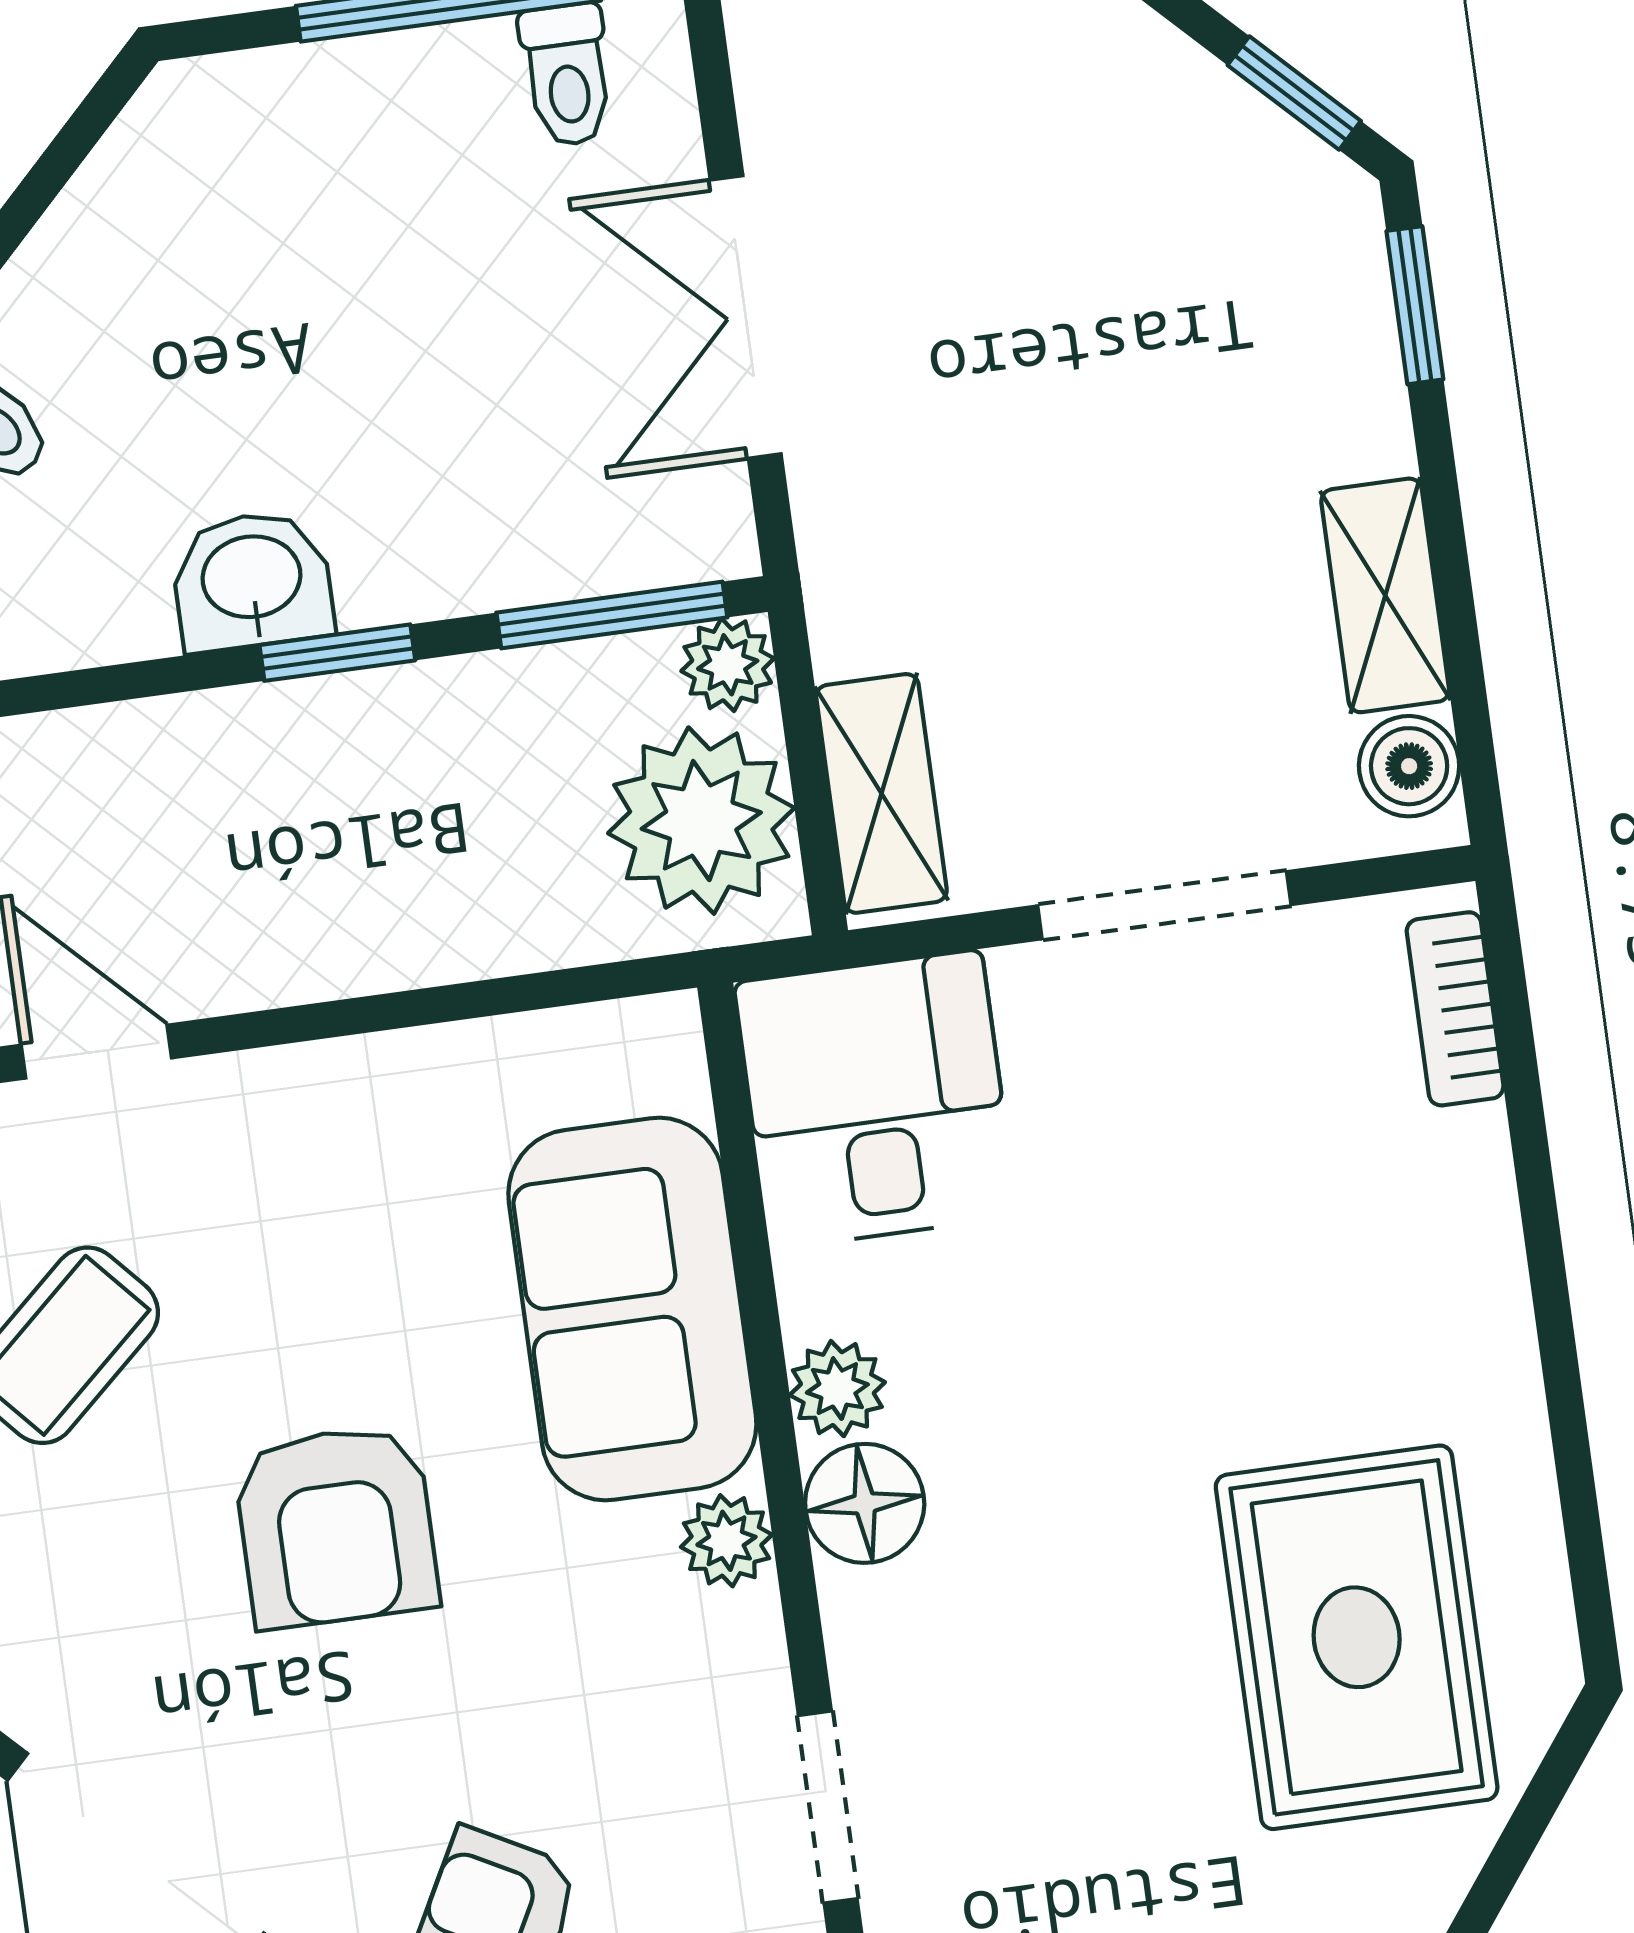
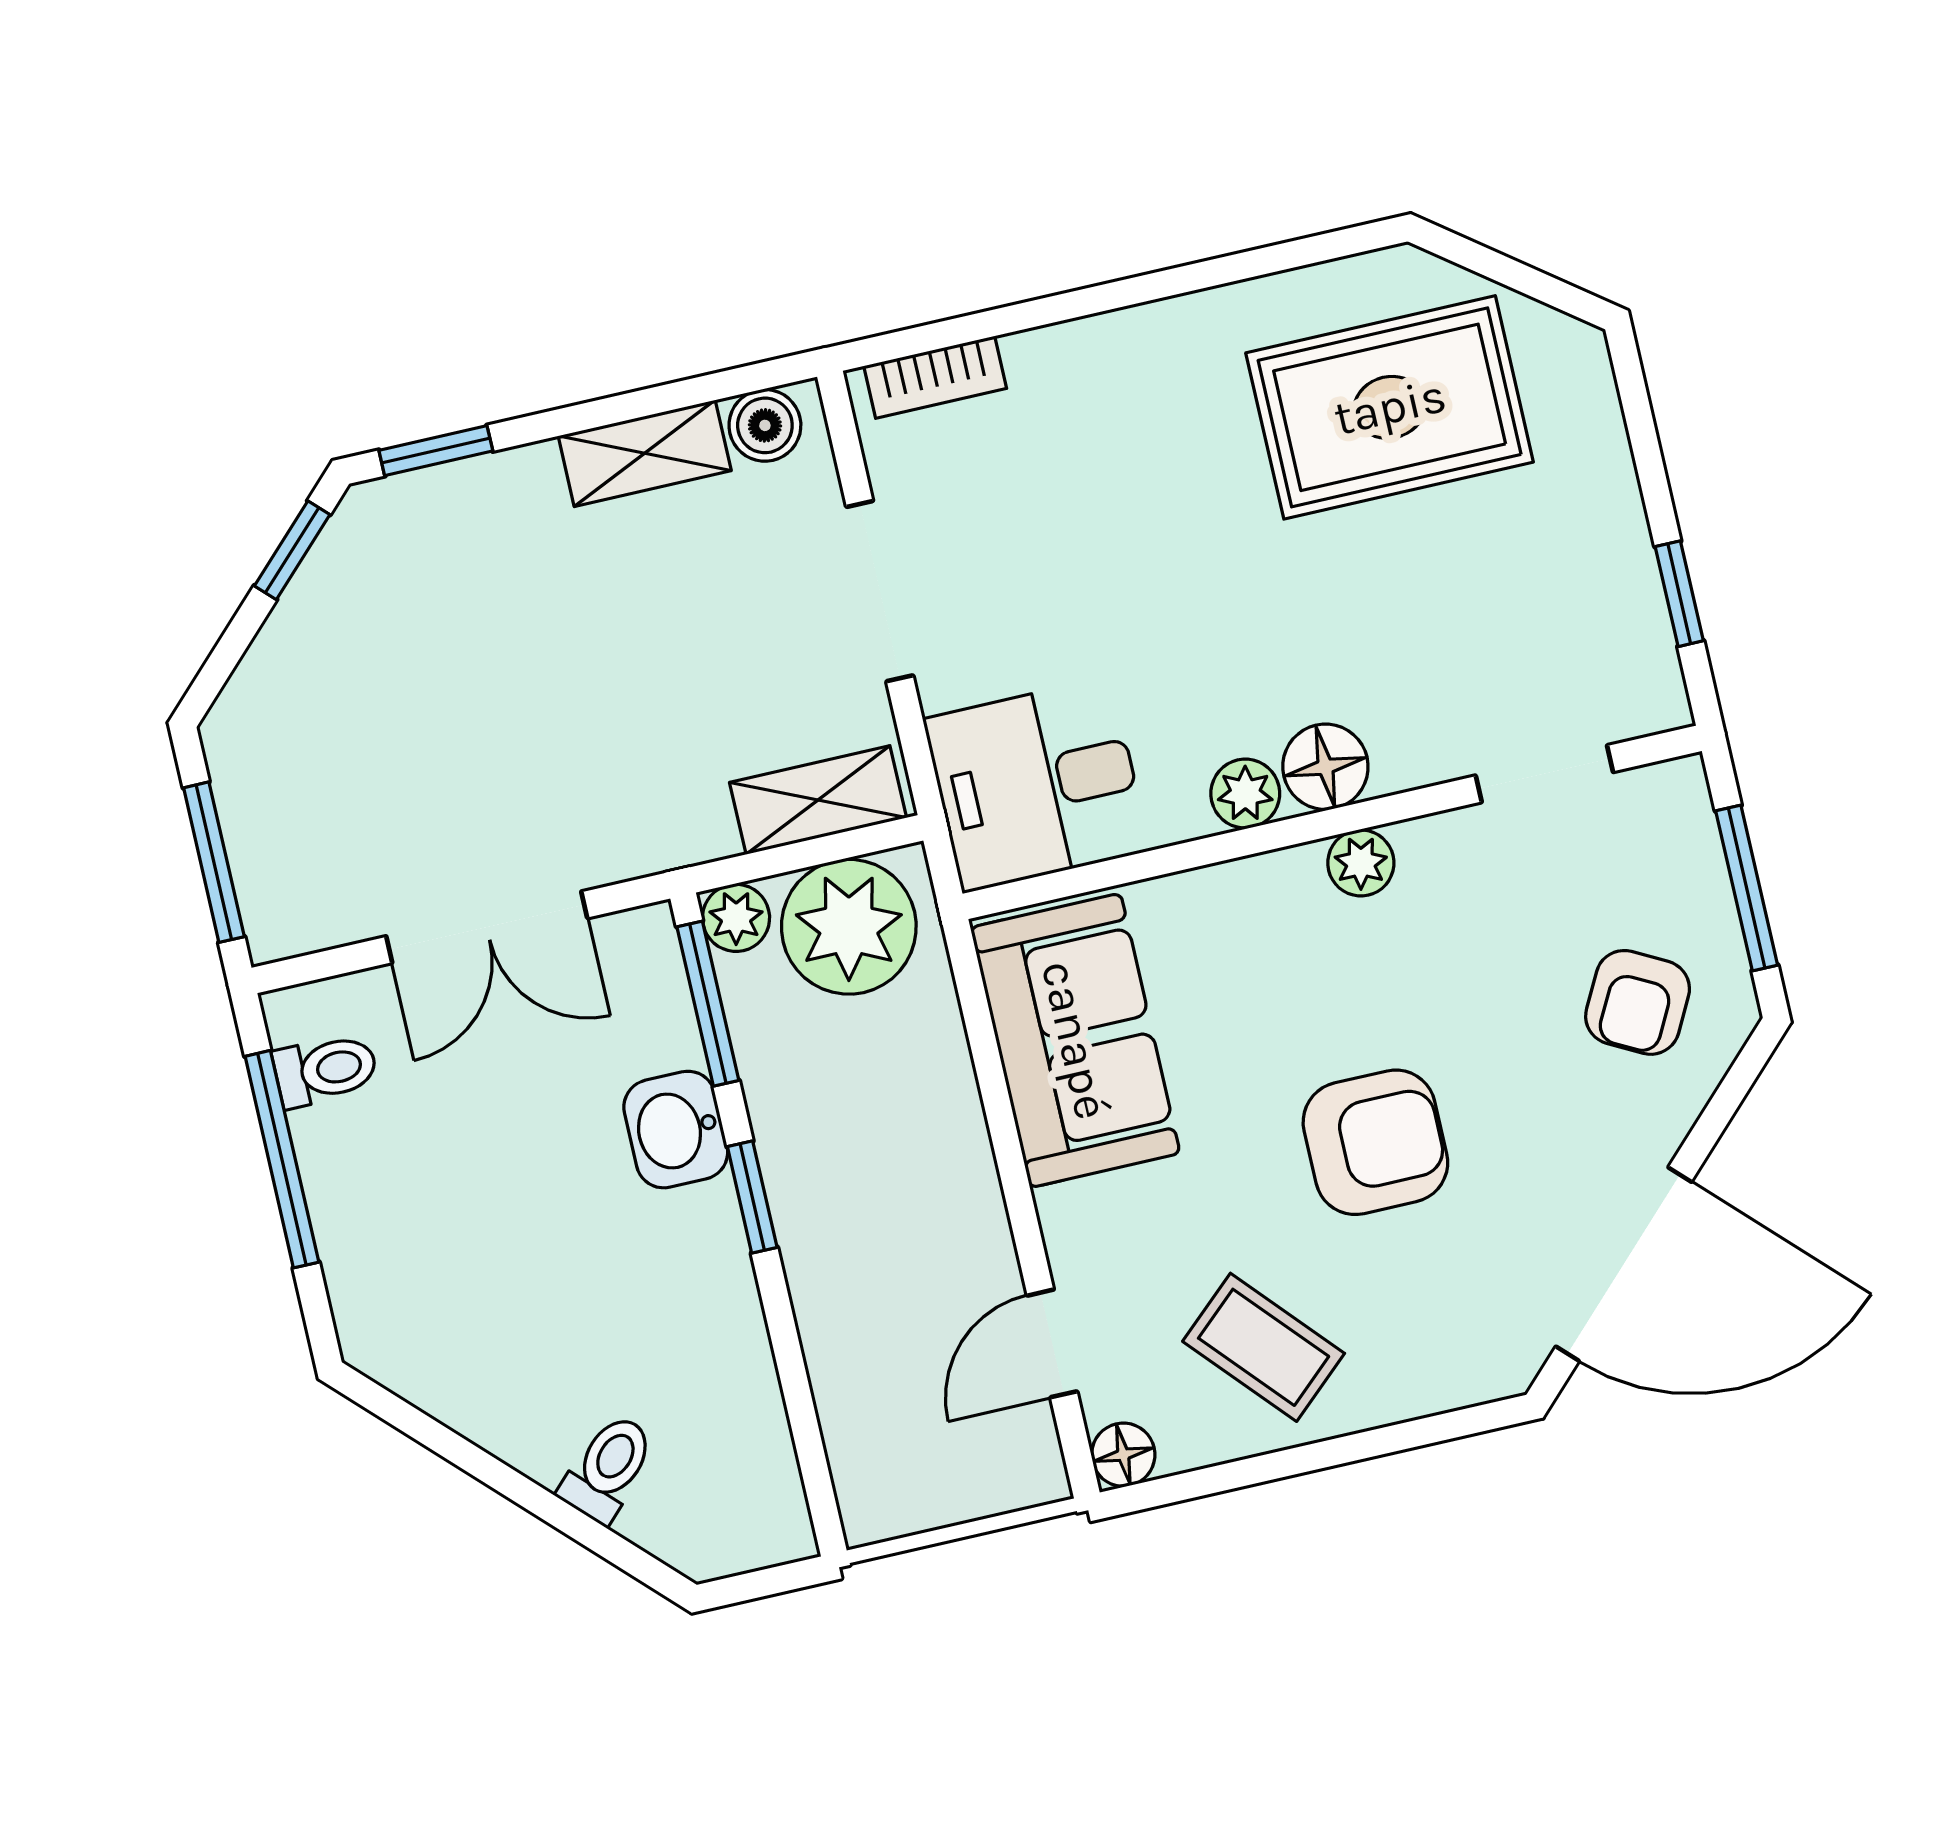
washbasin: (252, 581) -> (676, 1130), moved
sofa: (632, 1309) -> (1075, 1040), moved, turned -90

